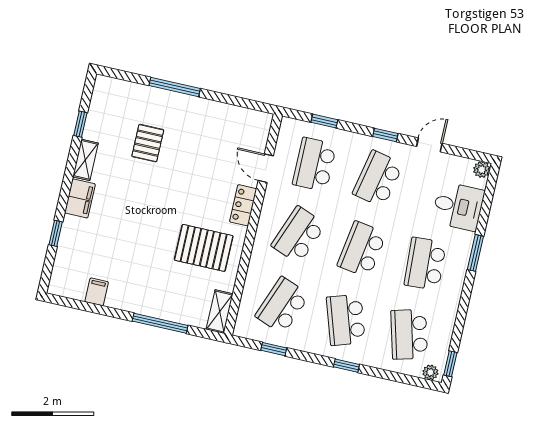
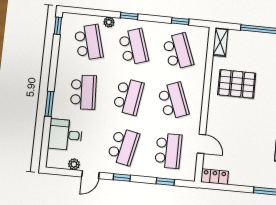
plant: (482, 170) -> (74, 164), moved
locker: (243, 205) -> (215, 177), moved, turned -90
school desk: (298, 235) -> (173, 101), turned -42
school desk: (282, 305) -> (178, 51), turned -42
plant: (430, 372) -> (109, 22), moved

